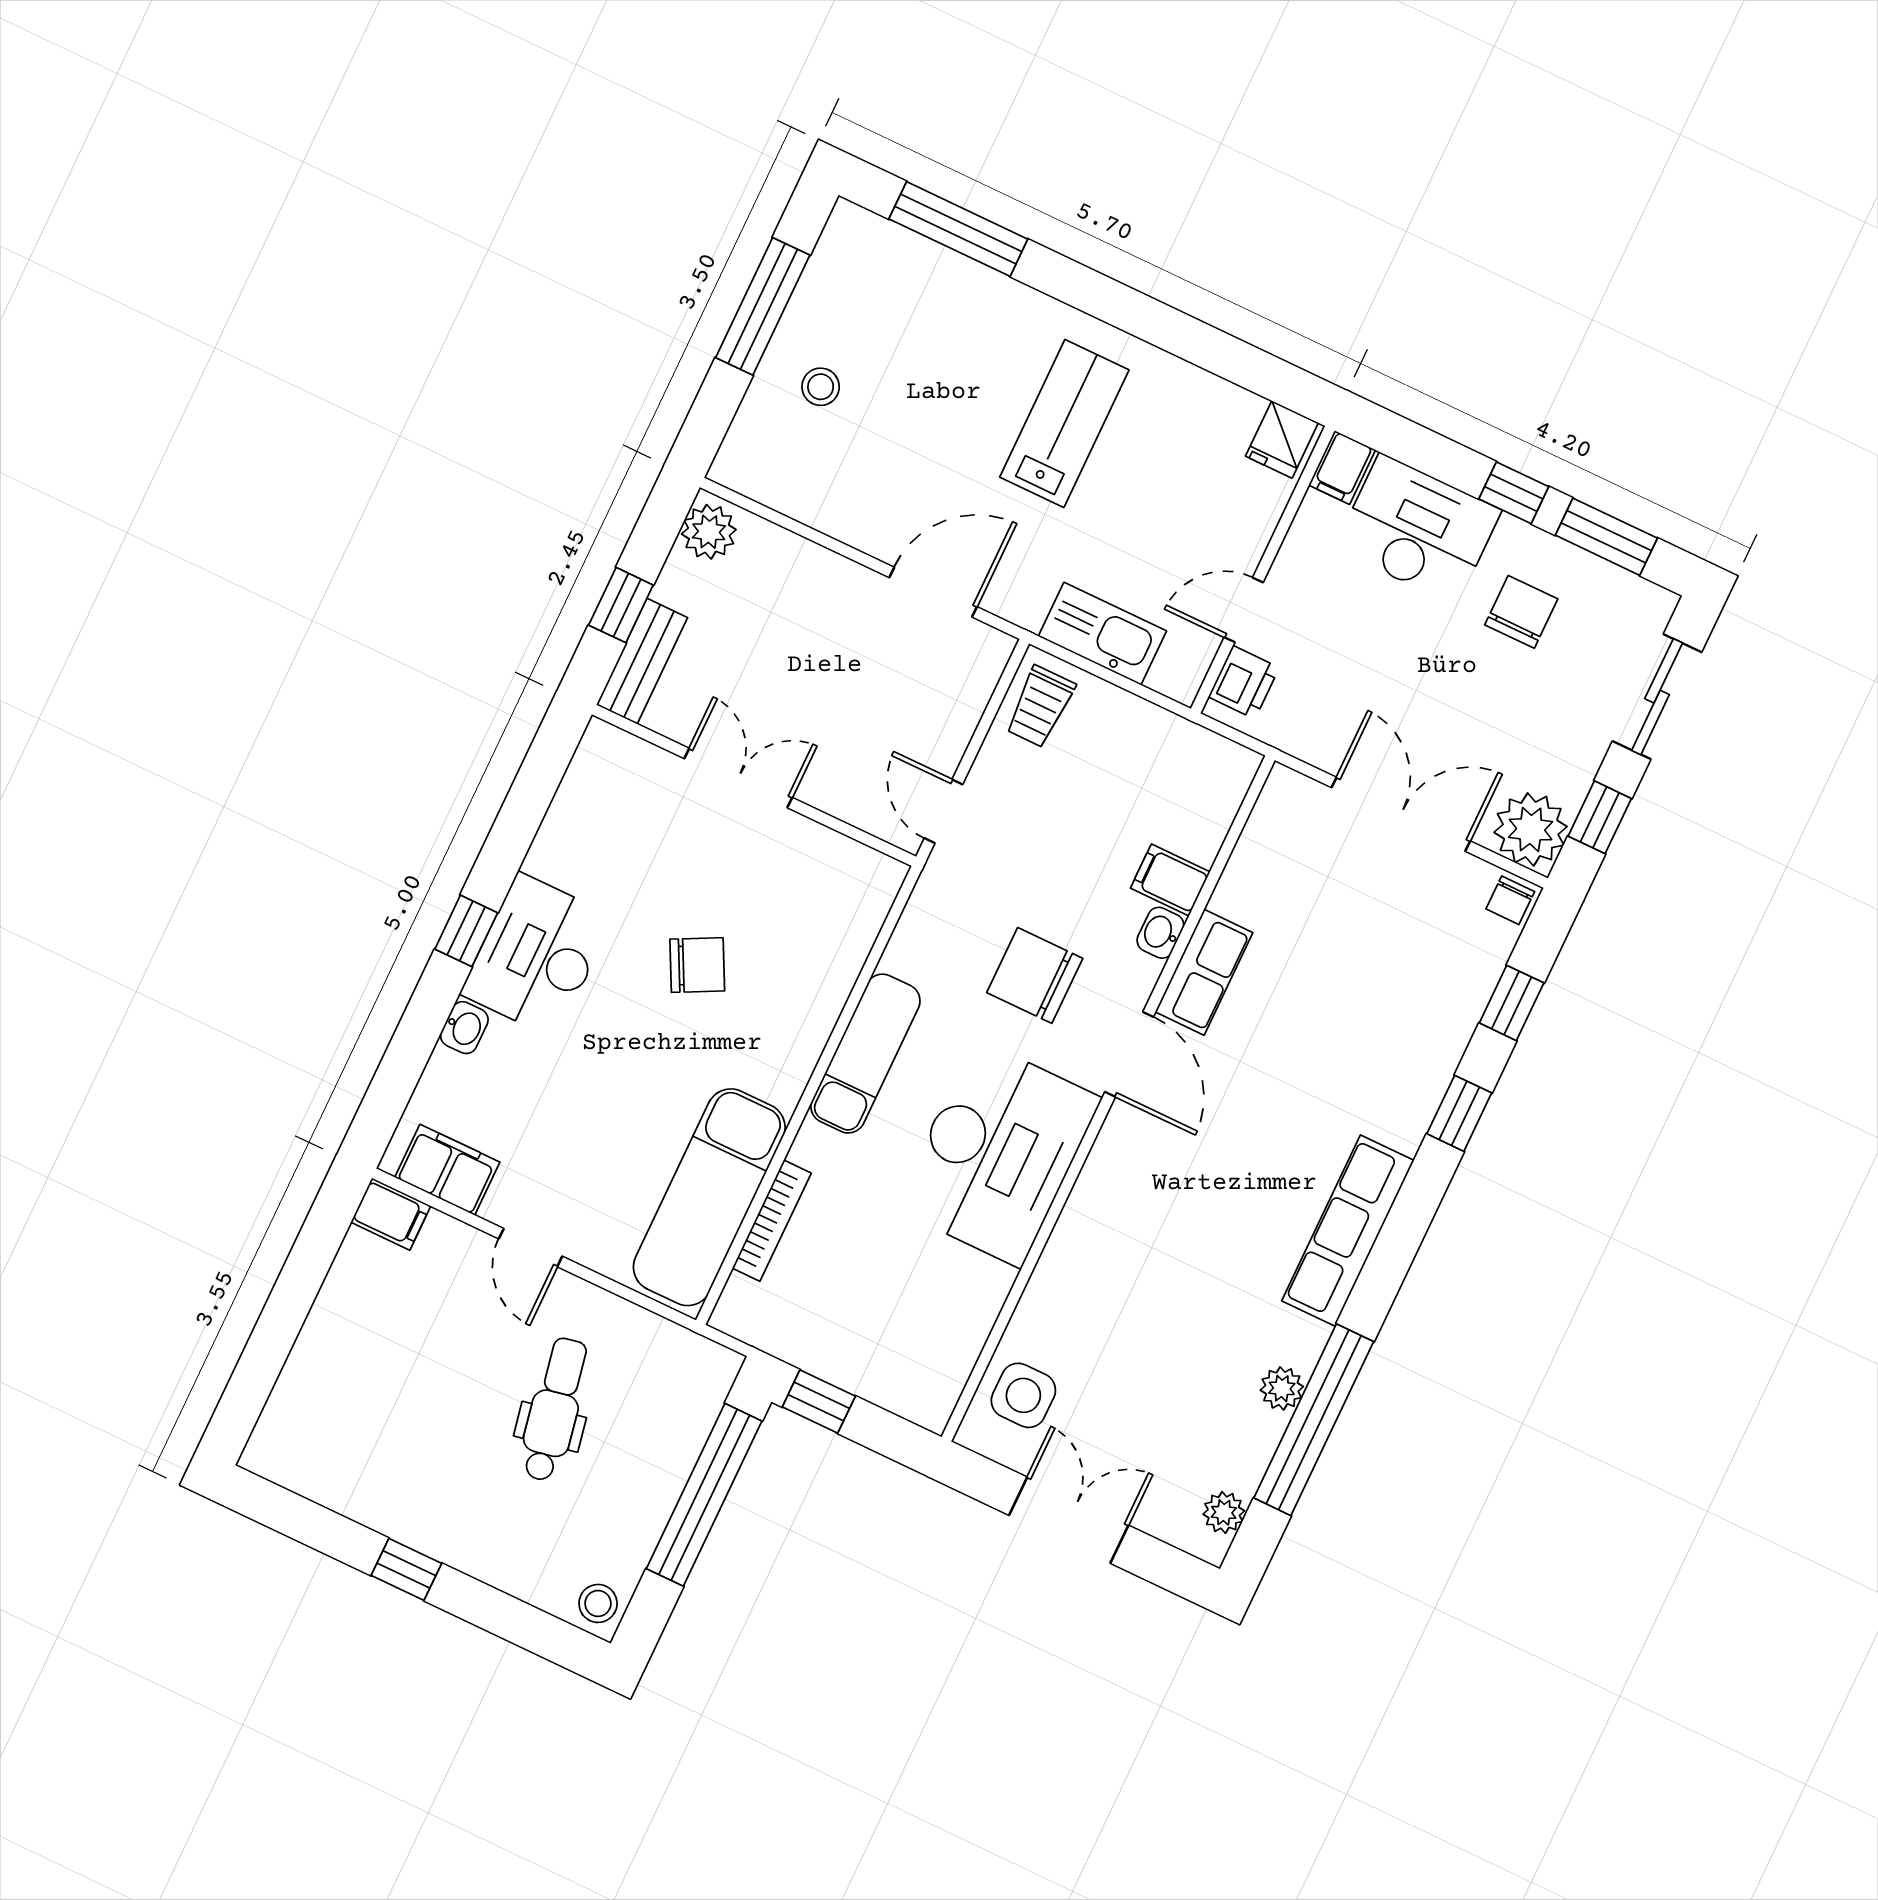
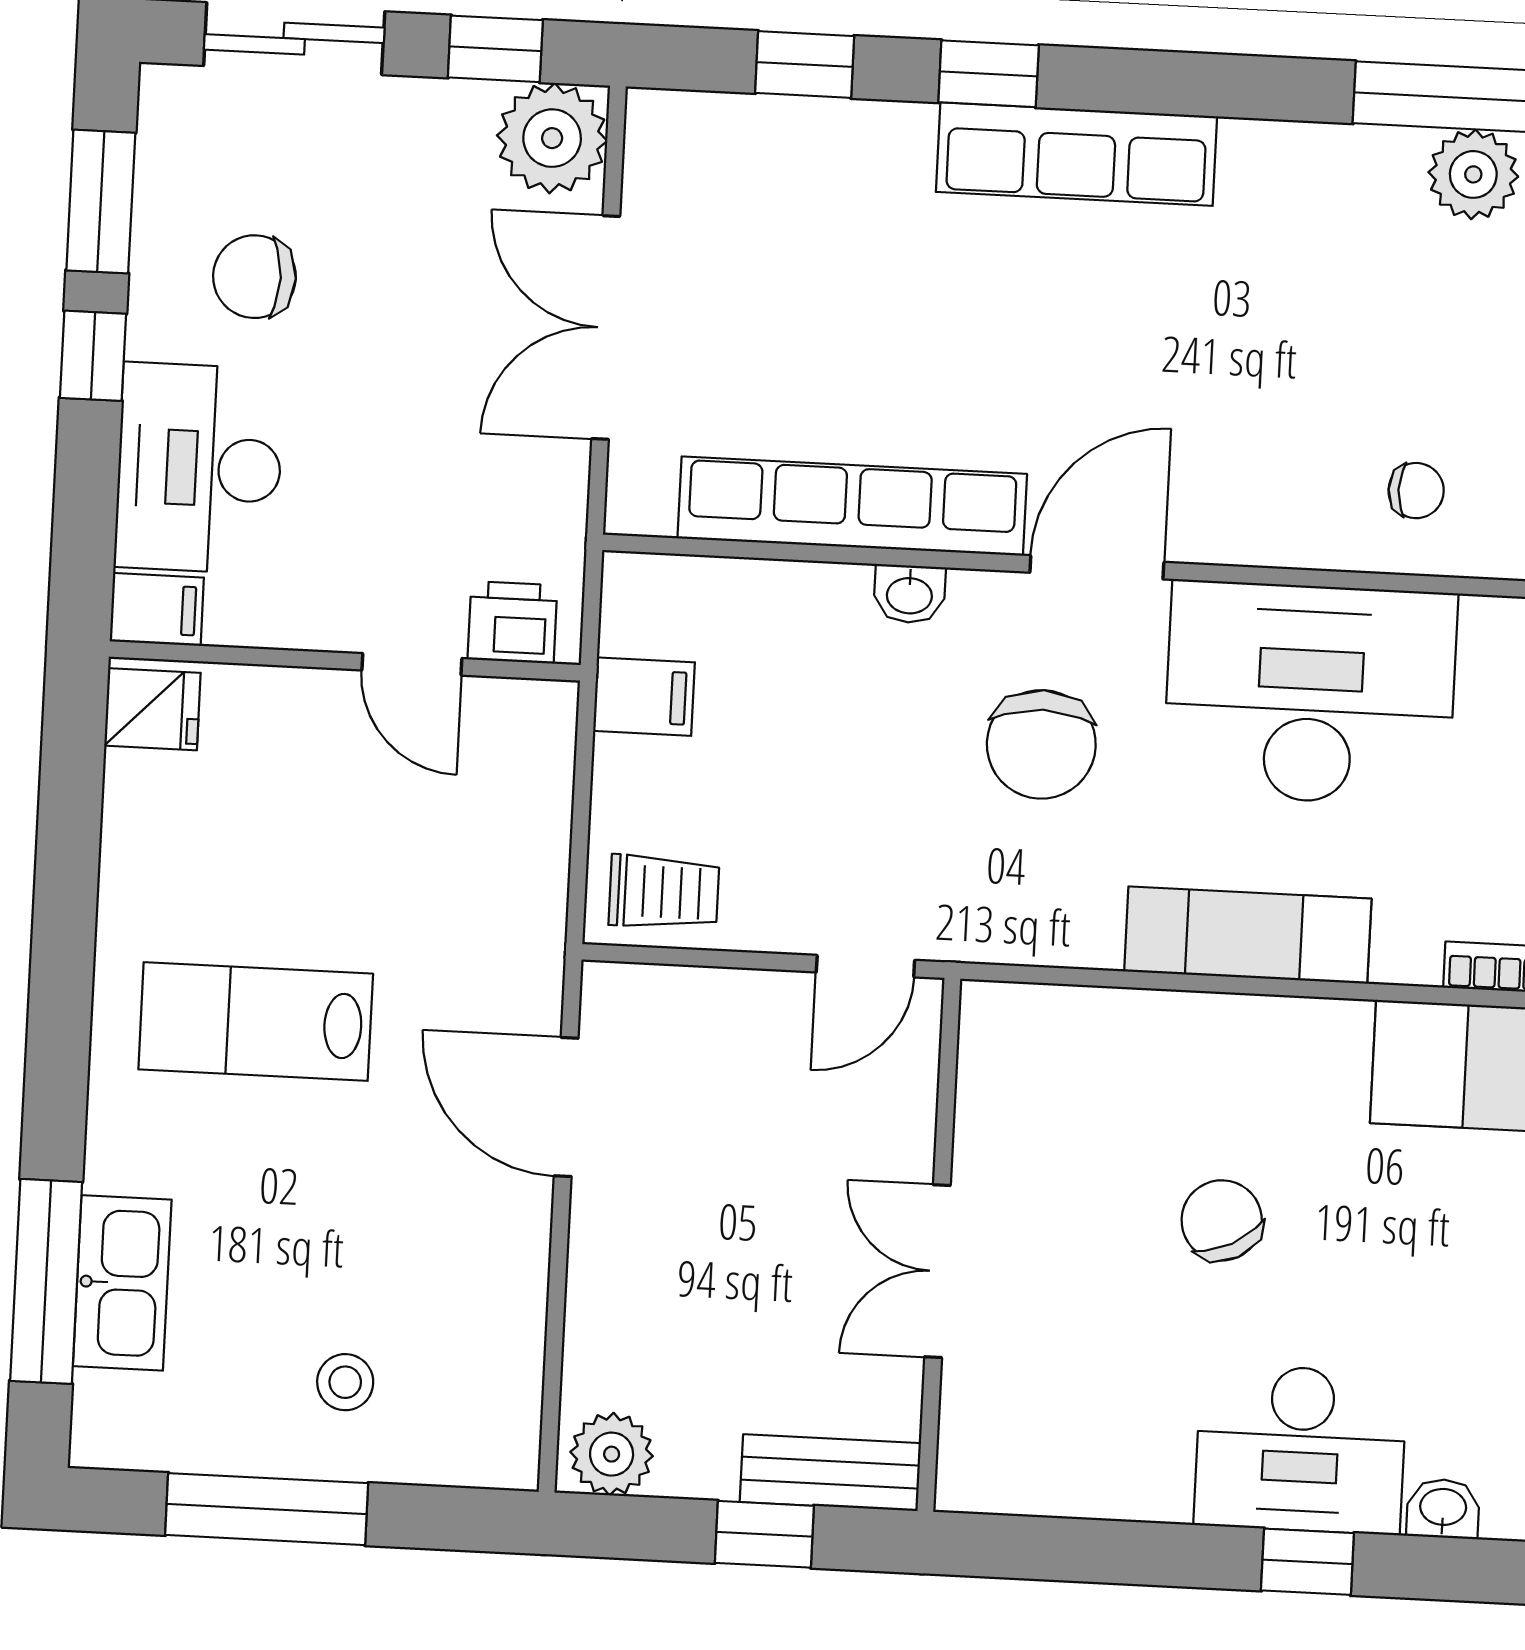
kitchen sink: (1102, 634) -> (122, 1283), moved, turned 180
filing cabinet: (1170, 880) -> (644, 697), moved, turned -90
chair: (1510, 900) -> (1416, 491), moved
row of seats: (1204, 972) -> (852, 506), width x2.02
row of seats: (1348, 1231) -> (1077, 154), moved
plant: (1282, 1388) -> (1473, 174), width x1.38, depth x1.38

